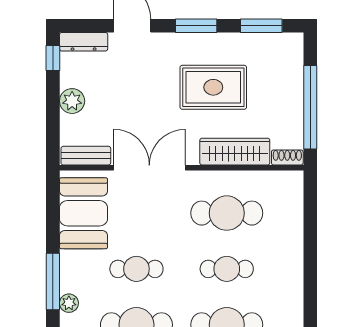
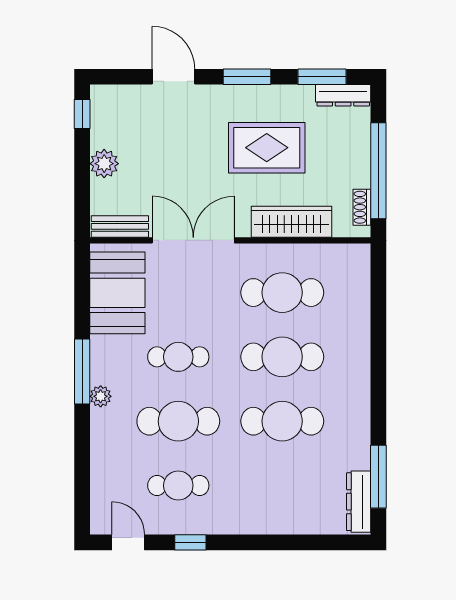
dresser: (84, 42) -> (343, 95), moved
shoe rack: (287, 157) -> (362, 207), moved, turned -90
cafe table: (227, 269) -> (282, 357), width x1.37, depth x1.35

